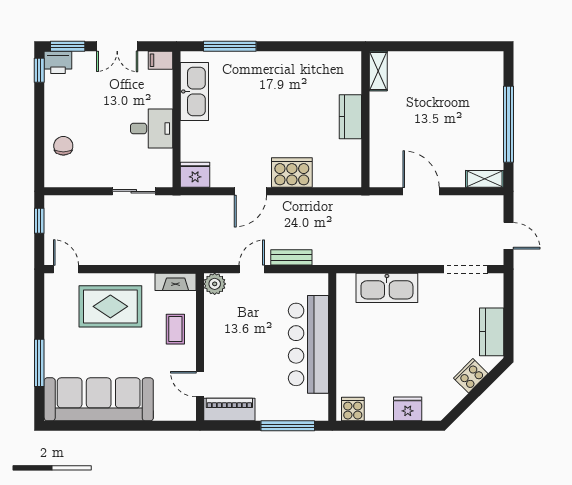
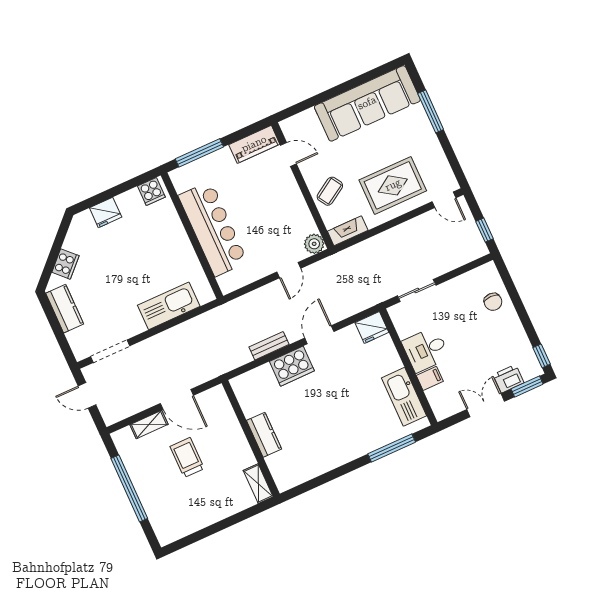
filing cabinet: (161, 60) -> (430, 378), moved
printer: (58, 62) -> (508, 379), moved
trolley: (437, 129) -> (187, 458), added
shelving: (485, 179) -> (149, 425), moved
bench: (291, 257) -> (269, 346), moved
coffee table: (175, 329) -> (330, 191), turned 58

